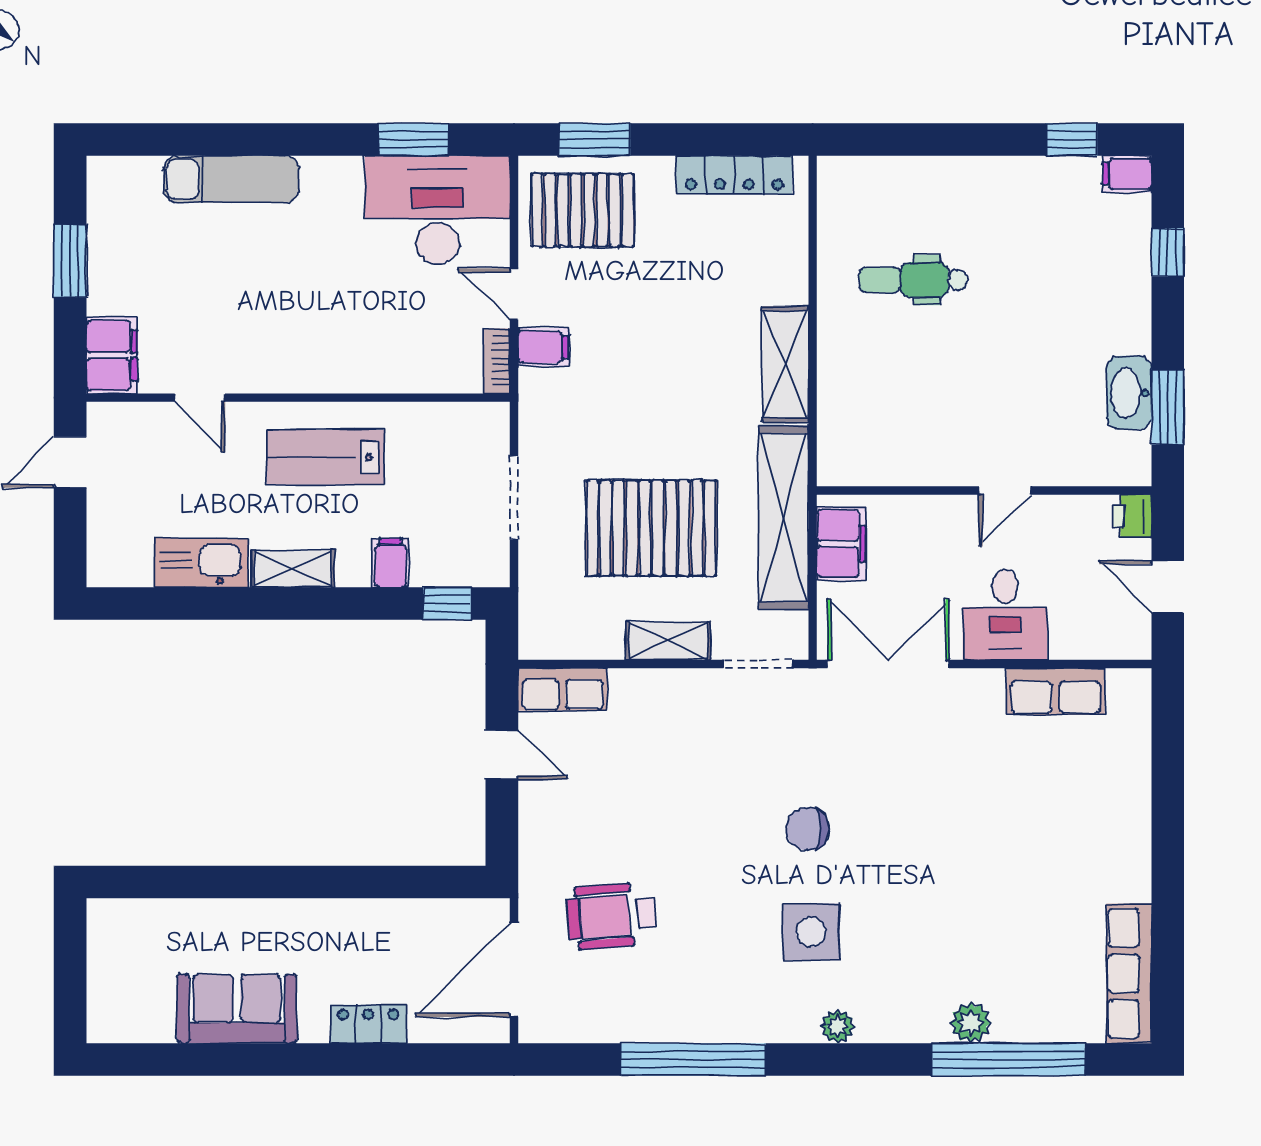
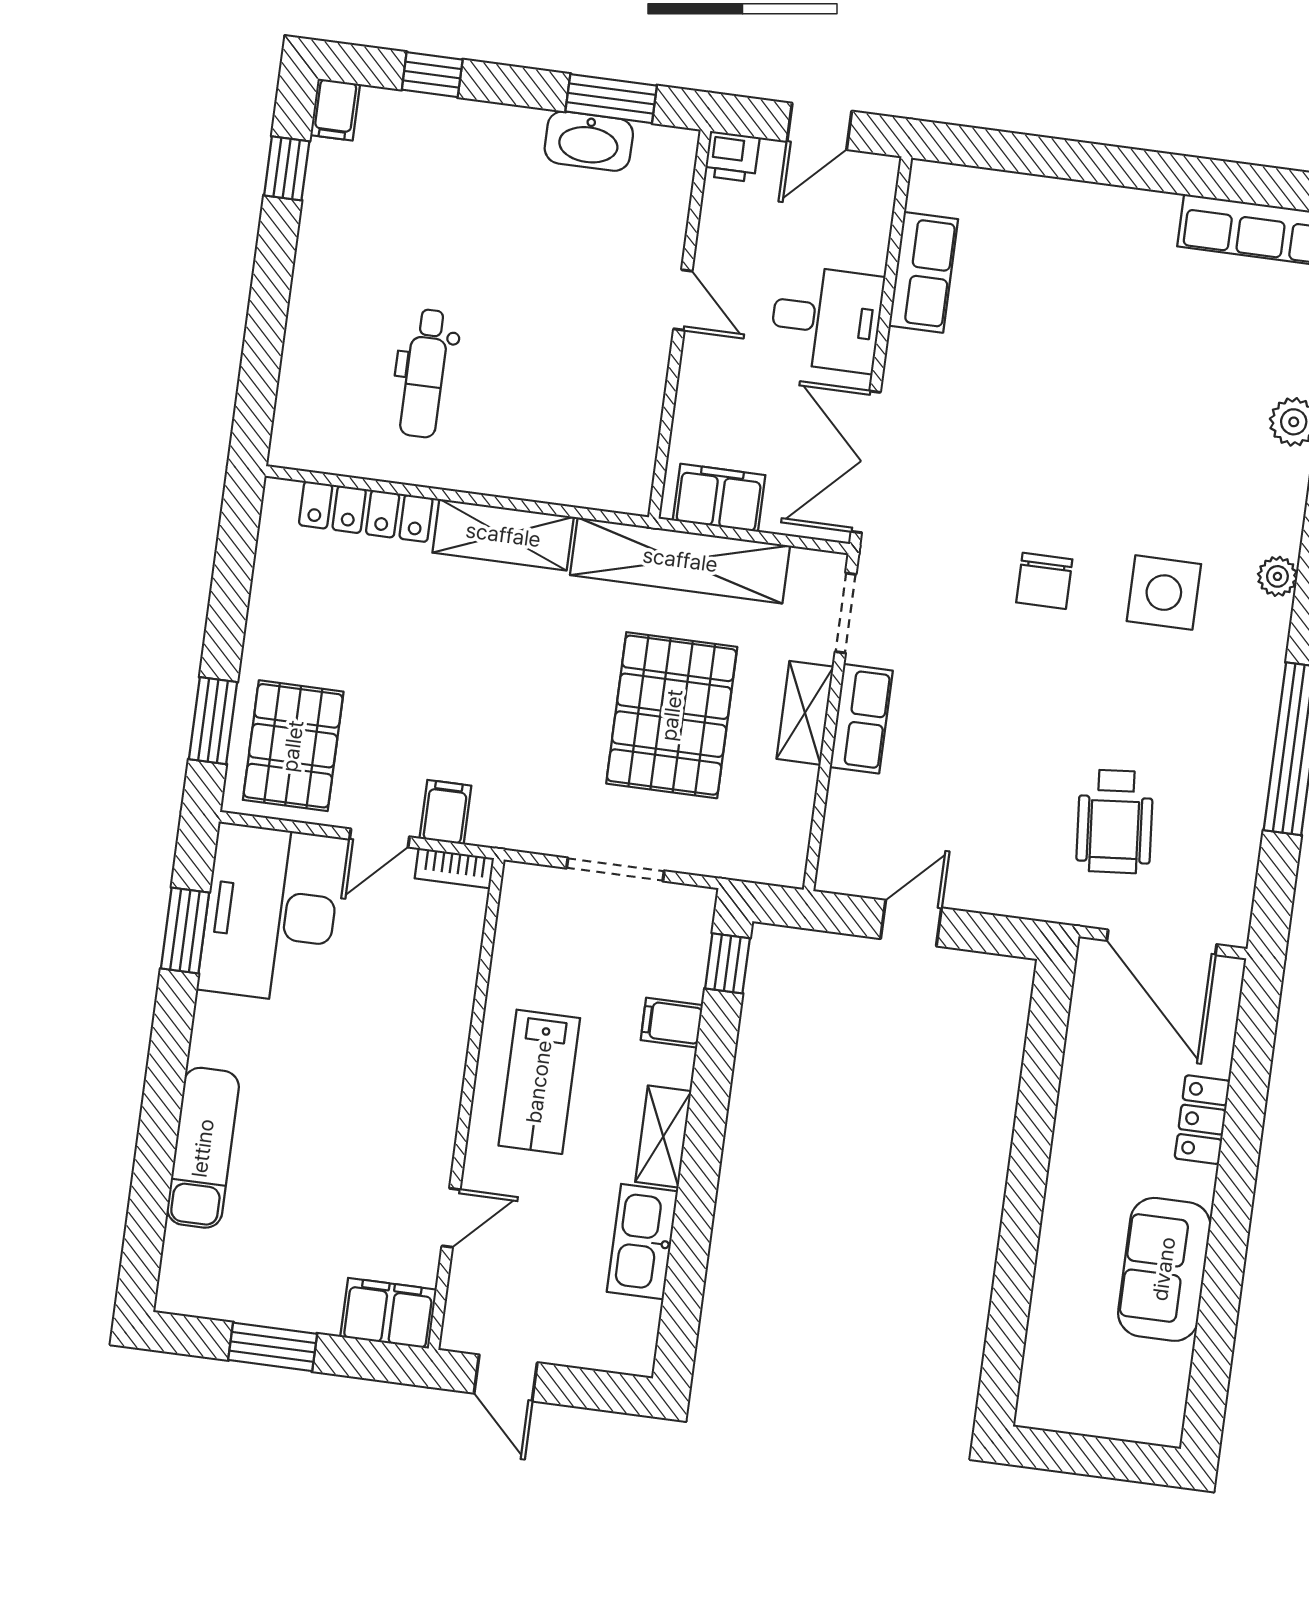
locker: (734, 175) -> (366, 512), moved, turned 90
row of seats: (563, 689) -> (861, 719), moved

